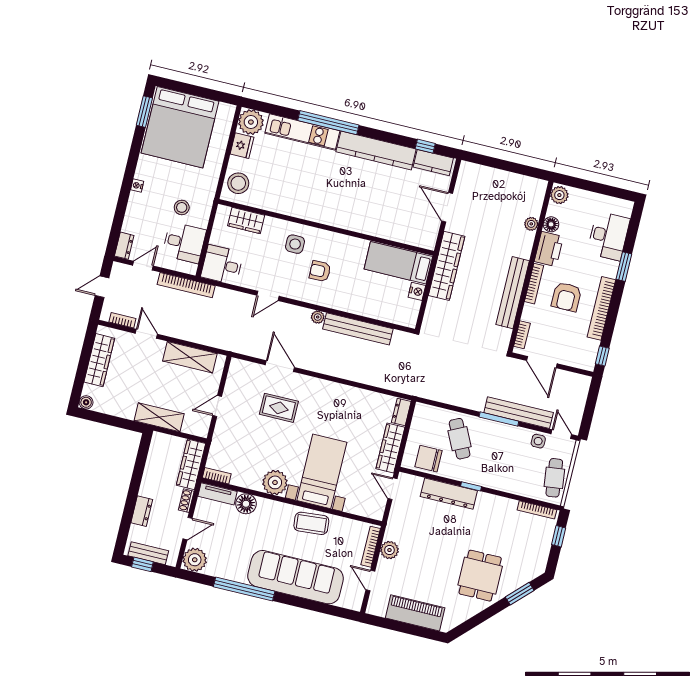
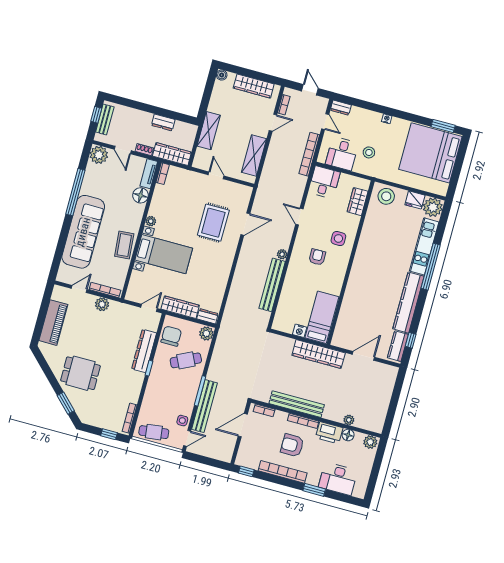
rug: (279, 408) -> (213, 223), width x1.36, depth x1.43
plant: (424, 413) -> (206, 333), added
plant: (275, 482) -> (151, 221), width x0.53, depth x0.53
dresser: (142, 511) -> (163, 122), moved

